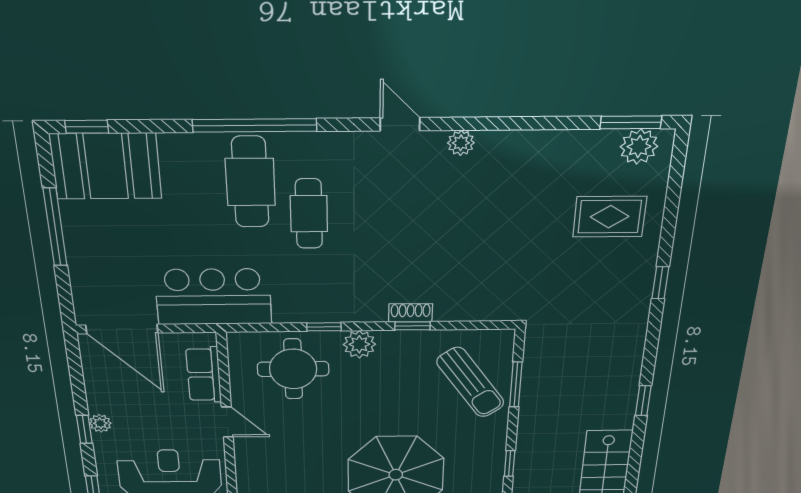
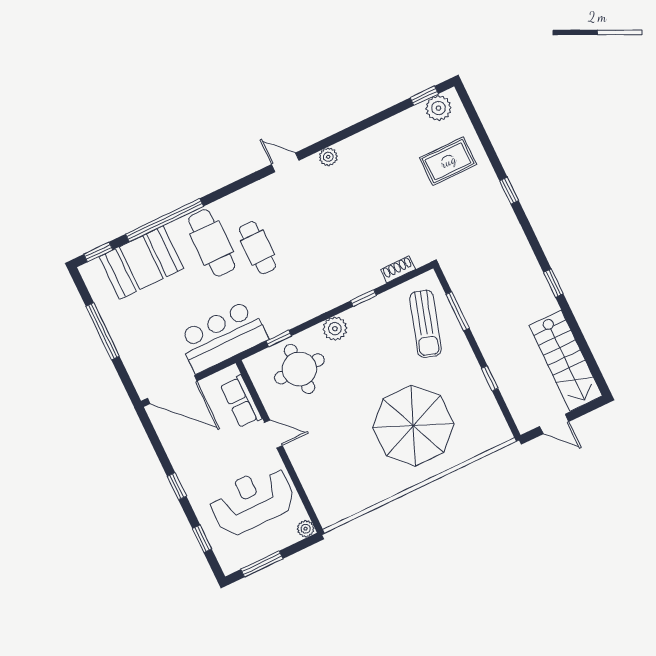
window: (631, 122) -> (424, 96), width x0.67
window: (255, 125) -> (165, 220), moved
booth: (106, 166) -> (141, 263), moved
shoe rack: (411, 313) -> (398, 269), moved
window: (324, 327) -> (279, 339), moved
sun lounger: (470, 382) -> (425, 324), turned 52
plant: (100, 423) -> (186, 476), removed

